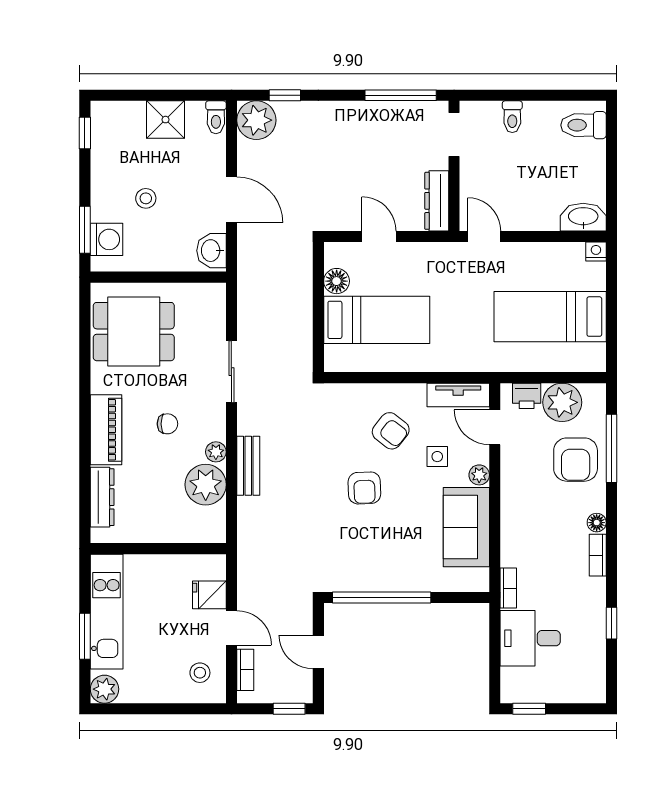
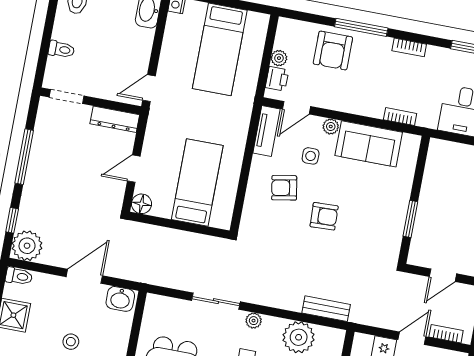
window: (401, 95) -> (24, 157), moved
floor lamp: (337, 281) -> (142, 204), moved
plant: (562, 402) -> (279, 58), width x0.53, depth x0.53
armchair: (391, 431) -> (284, 188), turned -138
window: (611, 448) -> (361, 27), moved
plant: (216, 452) -> (254, 321), moved
armchair: (576, 460) -> (333, 51), turned 90
bench: (248, 466) -> (326, 309), moved
floor lamp: (597, 523) -> (384, 43), removed
bookcase: (508, 588) -> (400, 117), moved
window: (382, 597) -> (410, 219), width x0.47

